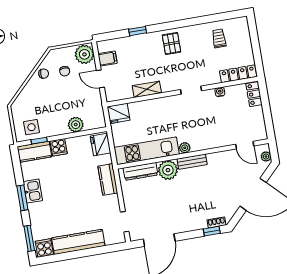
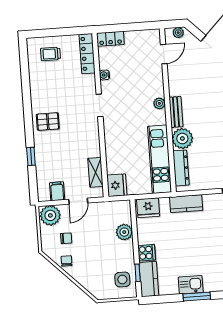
trolley: (219, 38) -> (51, 54), moved
shelving: (147, 89) -> (96, 172), moved
plant: (185, 148) -> (159, 103), moved

